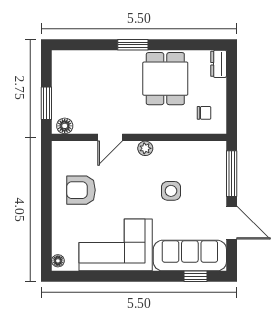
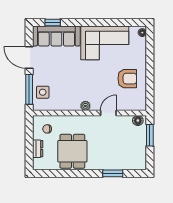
window: (133, 45) -> (113, 173), moved
dresser: (219, 64) -> (38, 149), moved
side table: (171, 191) -> (43, 92), moved

